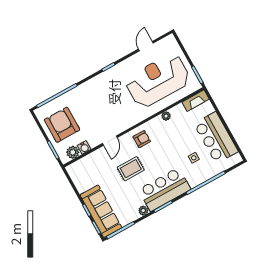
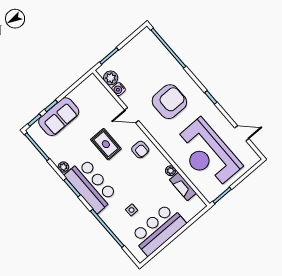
reception desk: (158, 81) -> (207, 154), turned 180
fireplace: (196, 101) -> (183, 187), moved
armchair: (62, 125) -> (169, 102), moved
sofa: (101, 211) -> (59, 117), width x0.73

